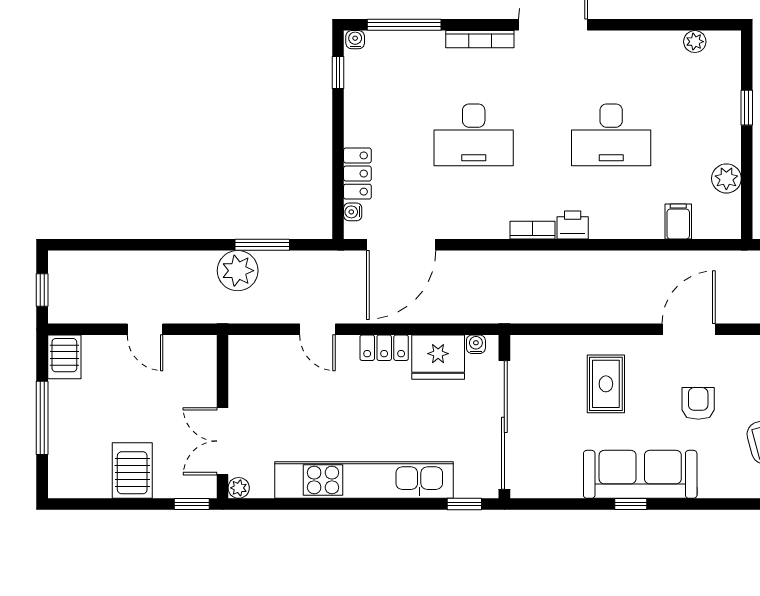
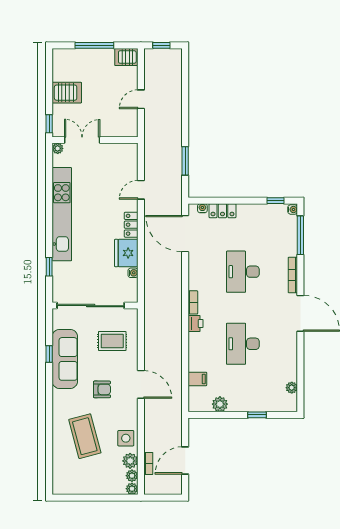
plant: (238, 271) -> (172, 148), removed
wall: (504, 417) -> (95, 306), moved
sliding door: (504, 425) -> (91, 306), moved

